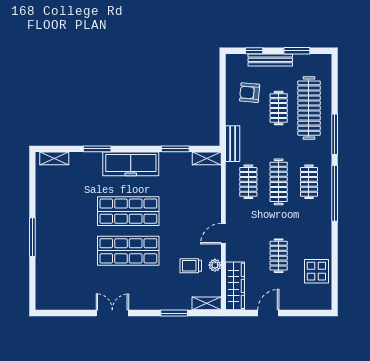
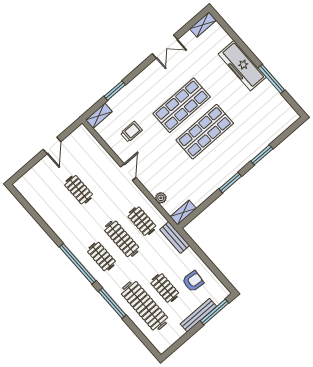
window: (254, 51) -> (214, 312), width x2.17
window: (297, 51) -> (186, 337), removed
window: (175, 149) -> (230, 183), moved
shelving: (54, 158) -> (203, 25), moved
freezer: (131, 164) -> (242, 66), moved, turned -90
window: (32, 237) -> (271, 79), moved
plant: (215, 265) -> (161, 198), moved
display table: (316, 271) -> (44, 201), removed
wardrobe: (235, 286) -> (90, 144), removed
double door: (112, 313) -> (165, 47), moved

